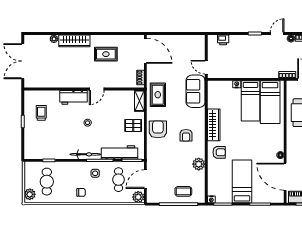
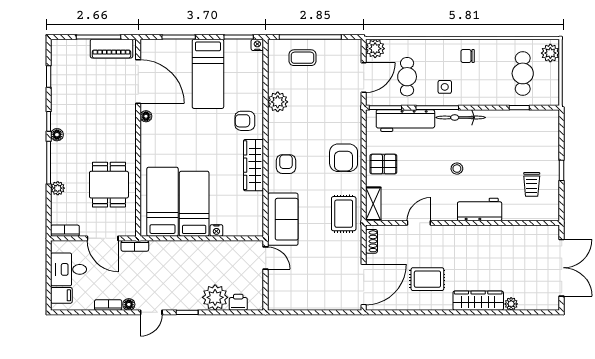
plant: (238, 43) -> (215, 297), added
door: (145, 51) -> (364, 285), swing flipped
door: (97, 89) -> (419, 223), moved
armchair: (186, 135) -> (286, 164), moved

